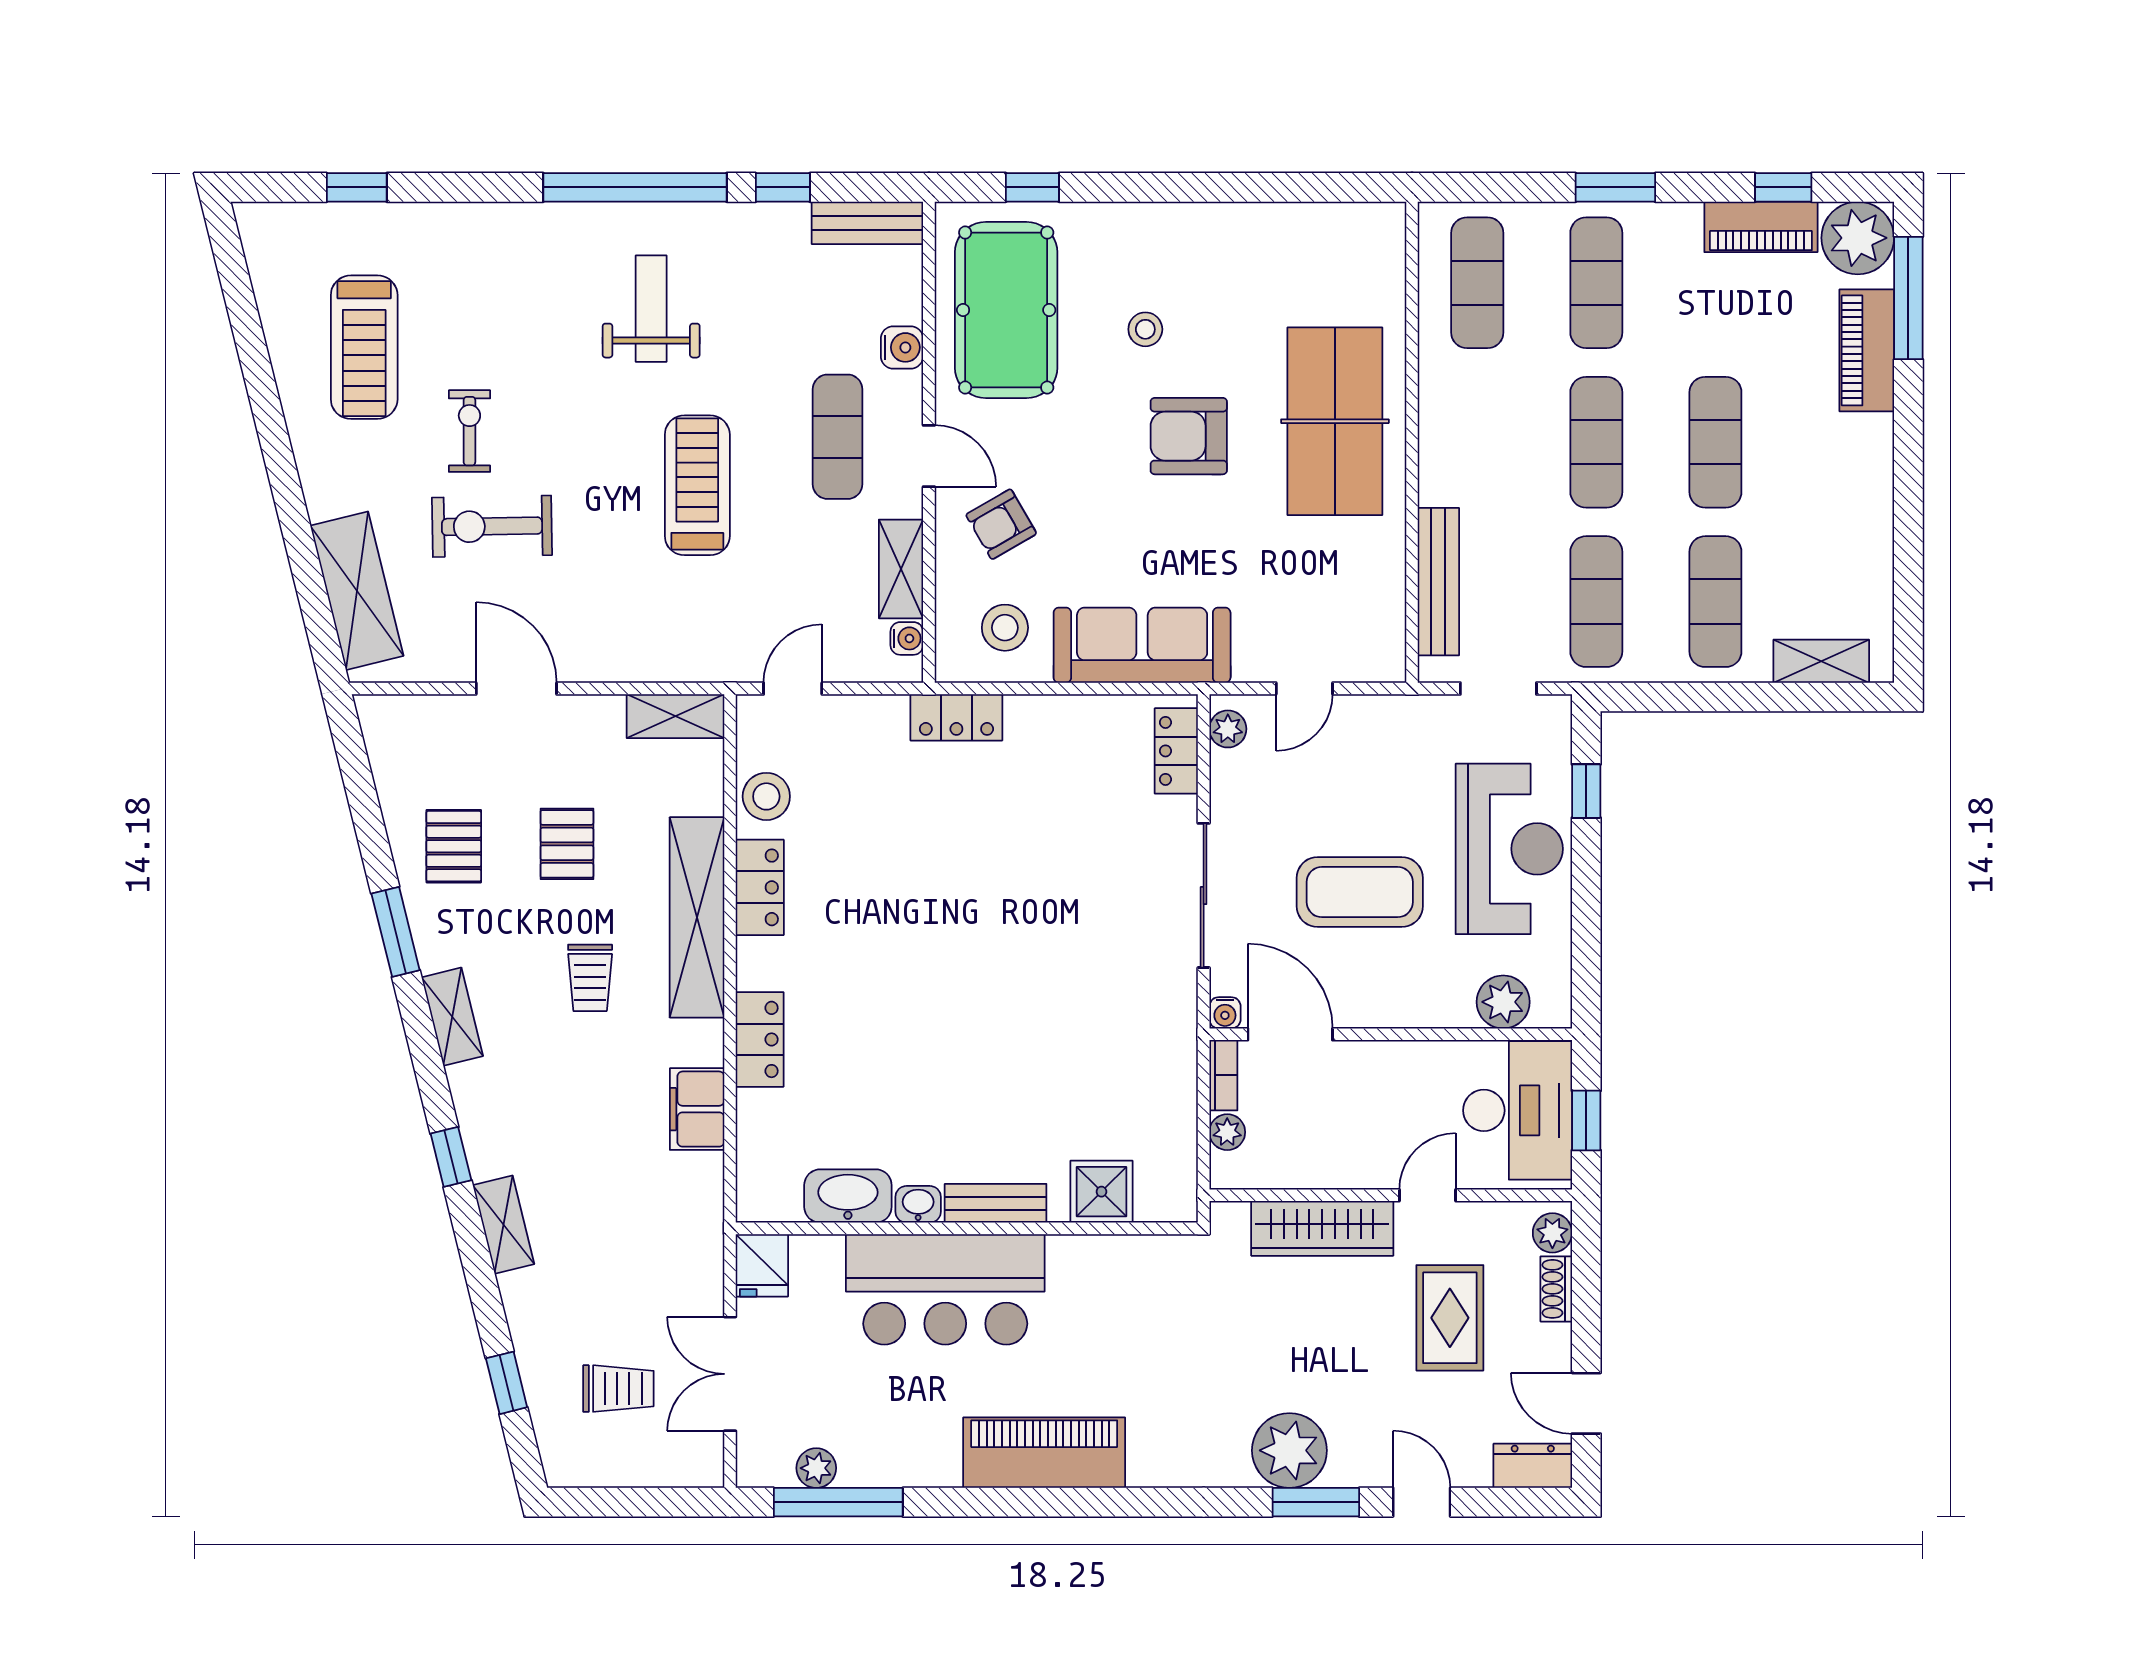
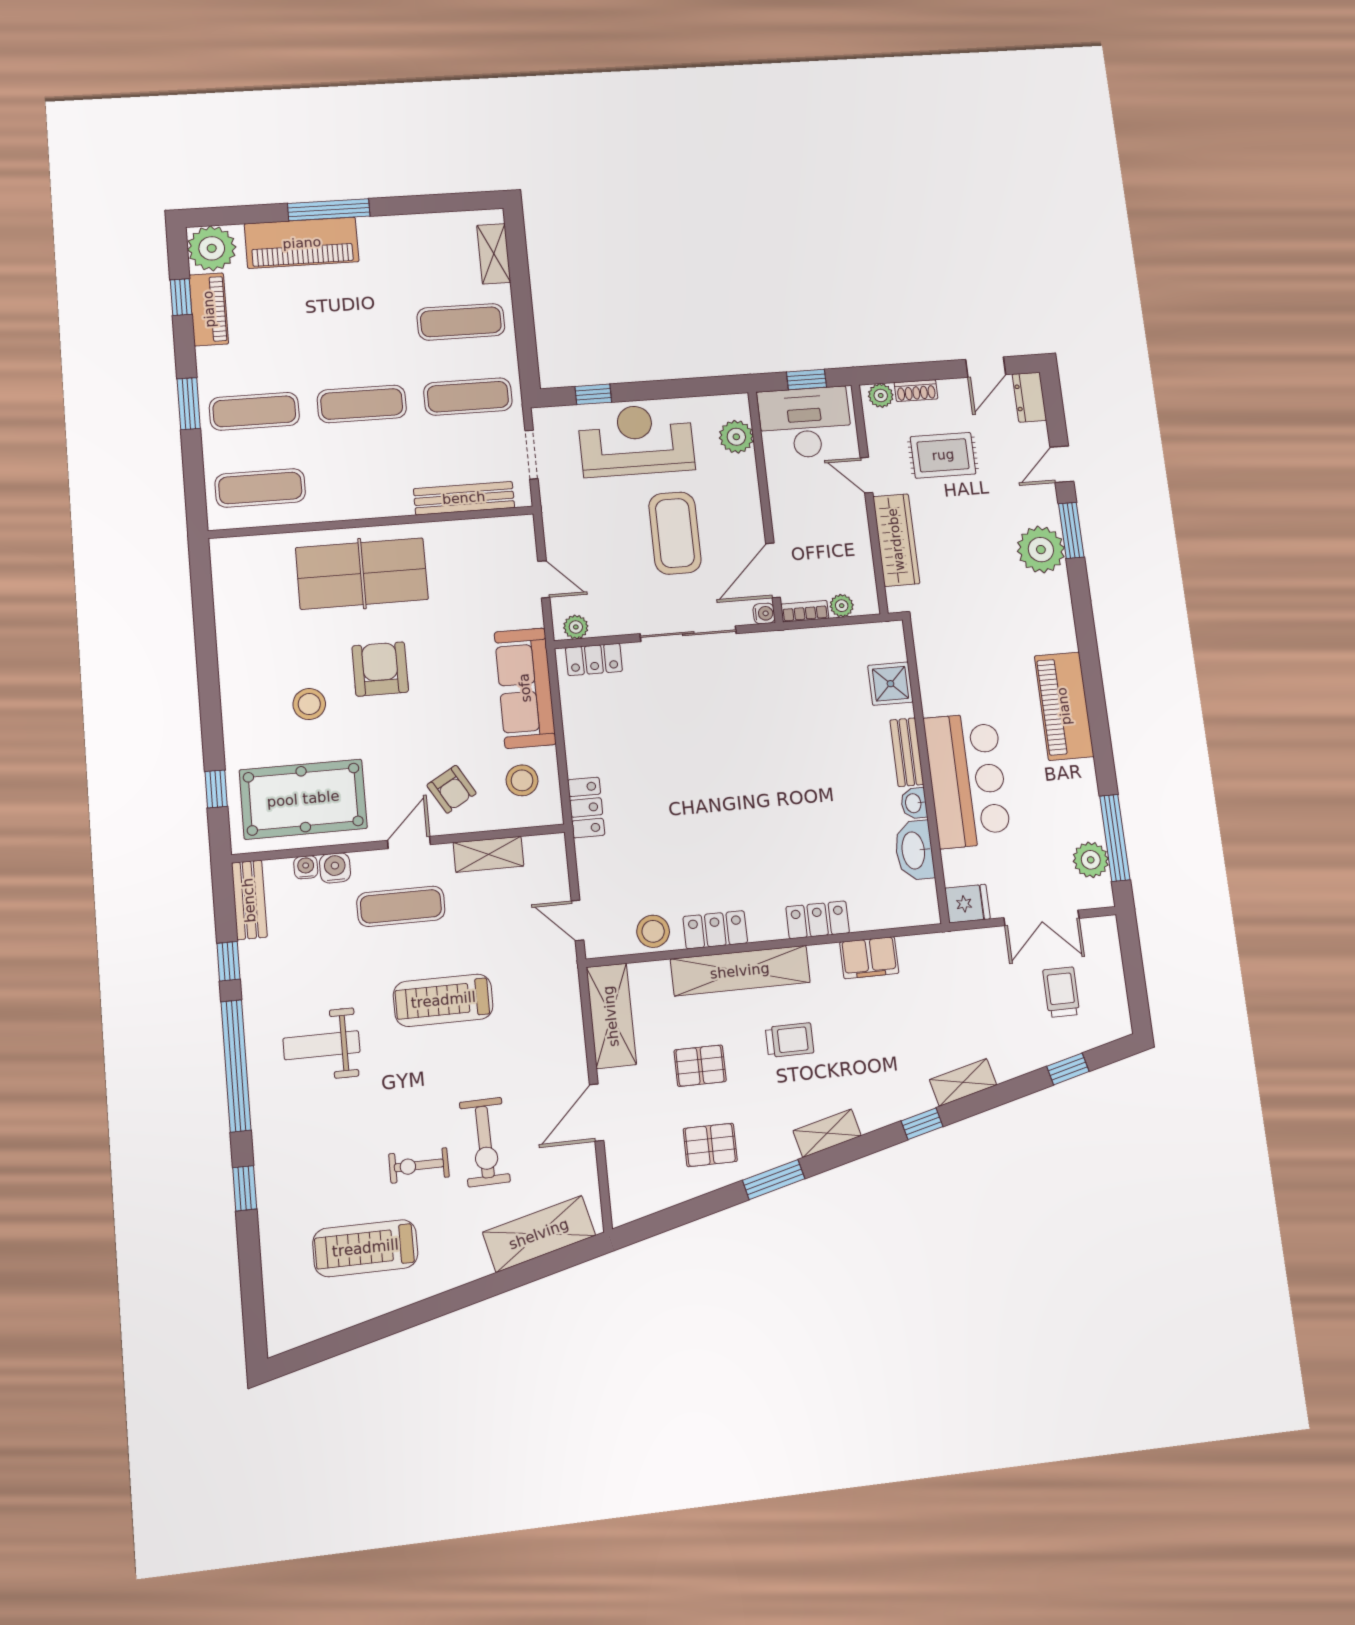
window: (357, 187) -> (245, 1188), moved
window: (1908, 298) -> (329, 210), moved
stool: (1145, 329) -> (309, 704), width x1.37, depth x1.37
treadmill: (364, 347) -> (365, 1248), turned 180
piano: (1867, 350) -> (302, 243), width x1.37, depth x1.33
armchair: (1189, 436) -> (380, 669), turned 180
exercise mat: (1715, 442) -> (355, 329), removed
water cooler: (907, 638) -> (306, 867), moved
shelving: (675, 716) -> (611, 1016), width x1.50, depth x1.33
plant: (816, 1468) -> (1091, 860), width x1.38, depth x1.38

